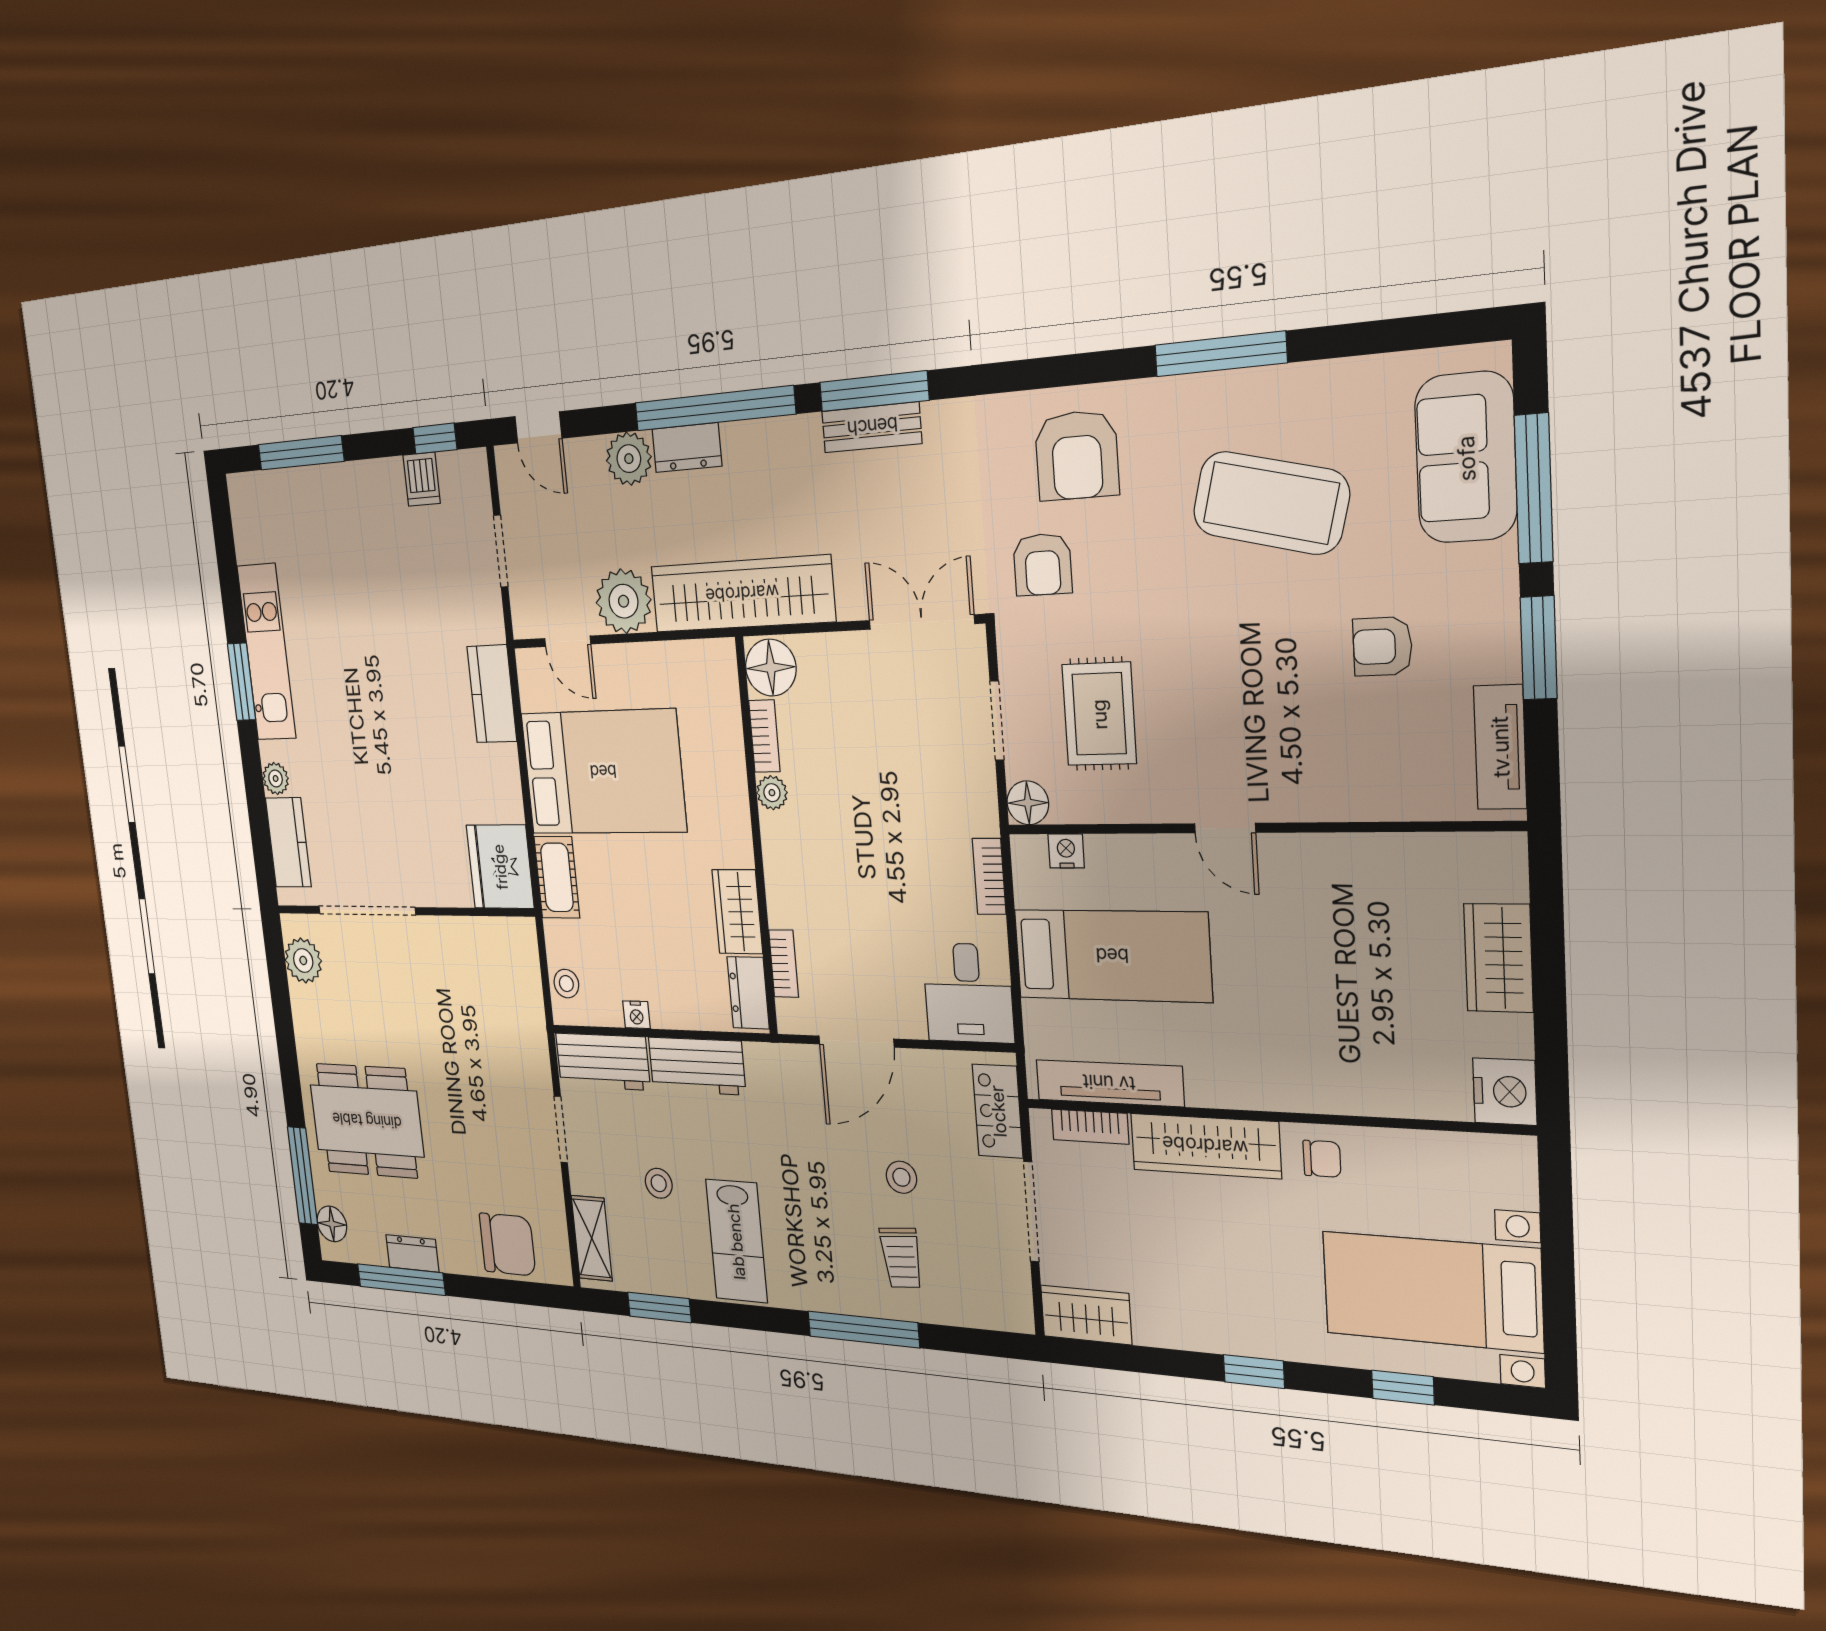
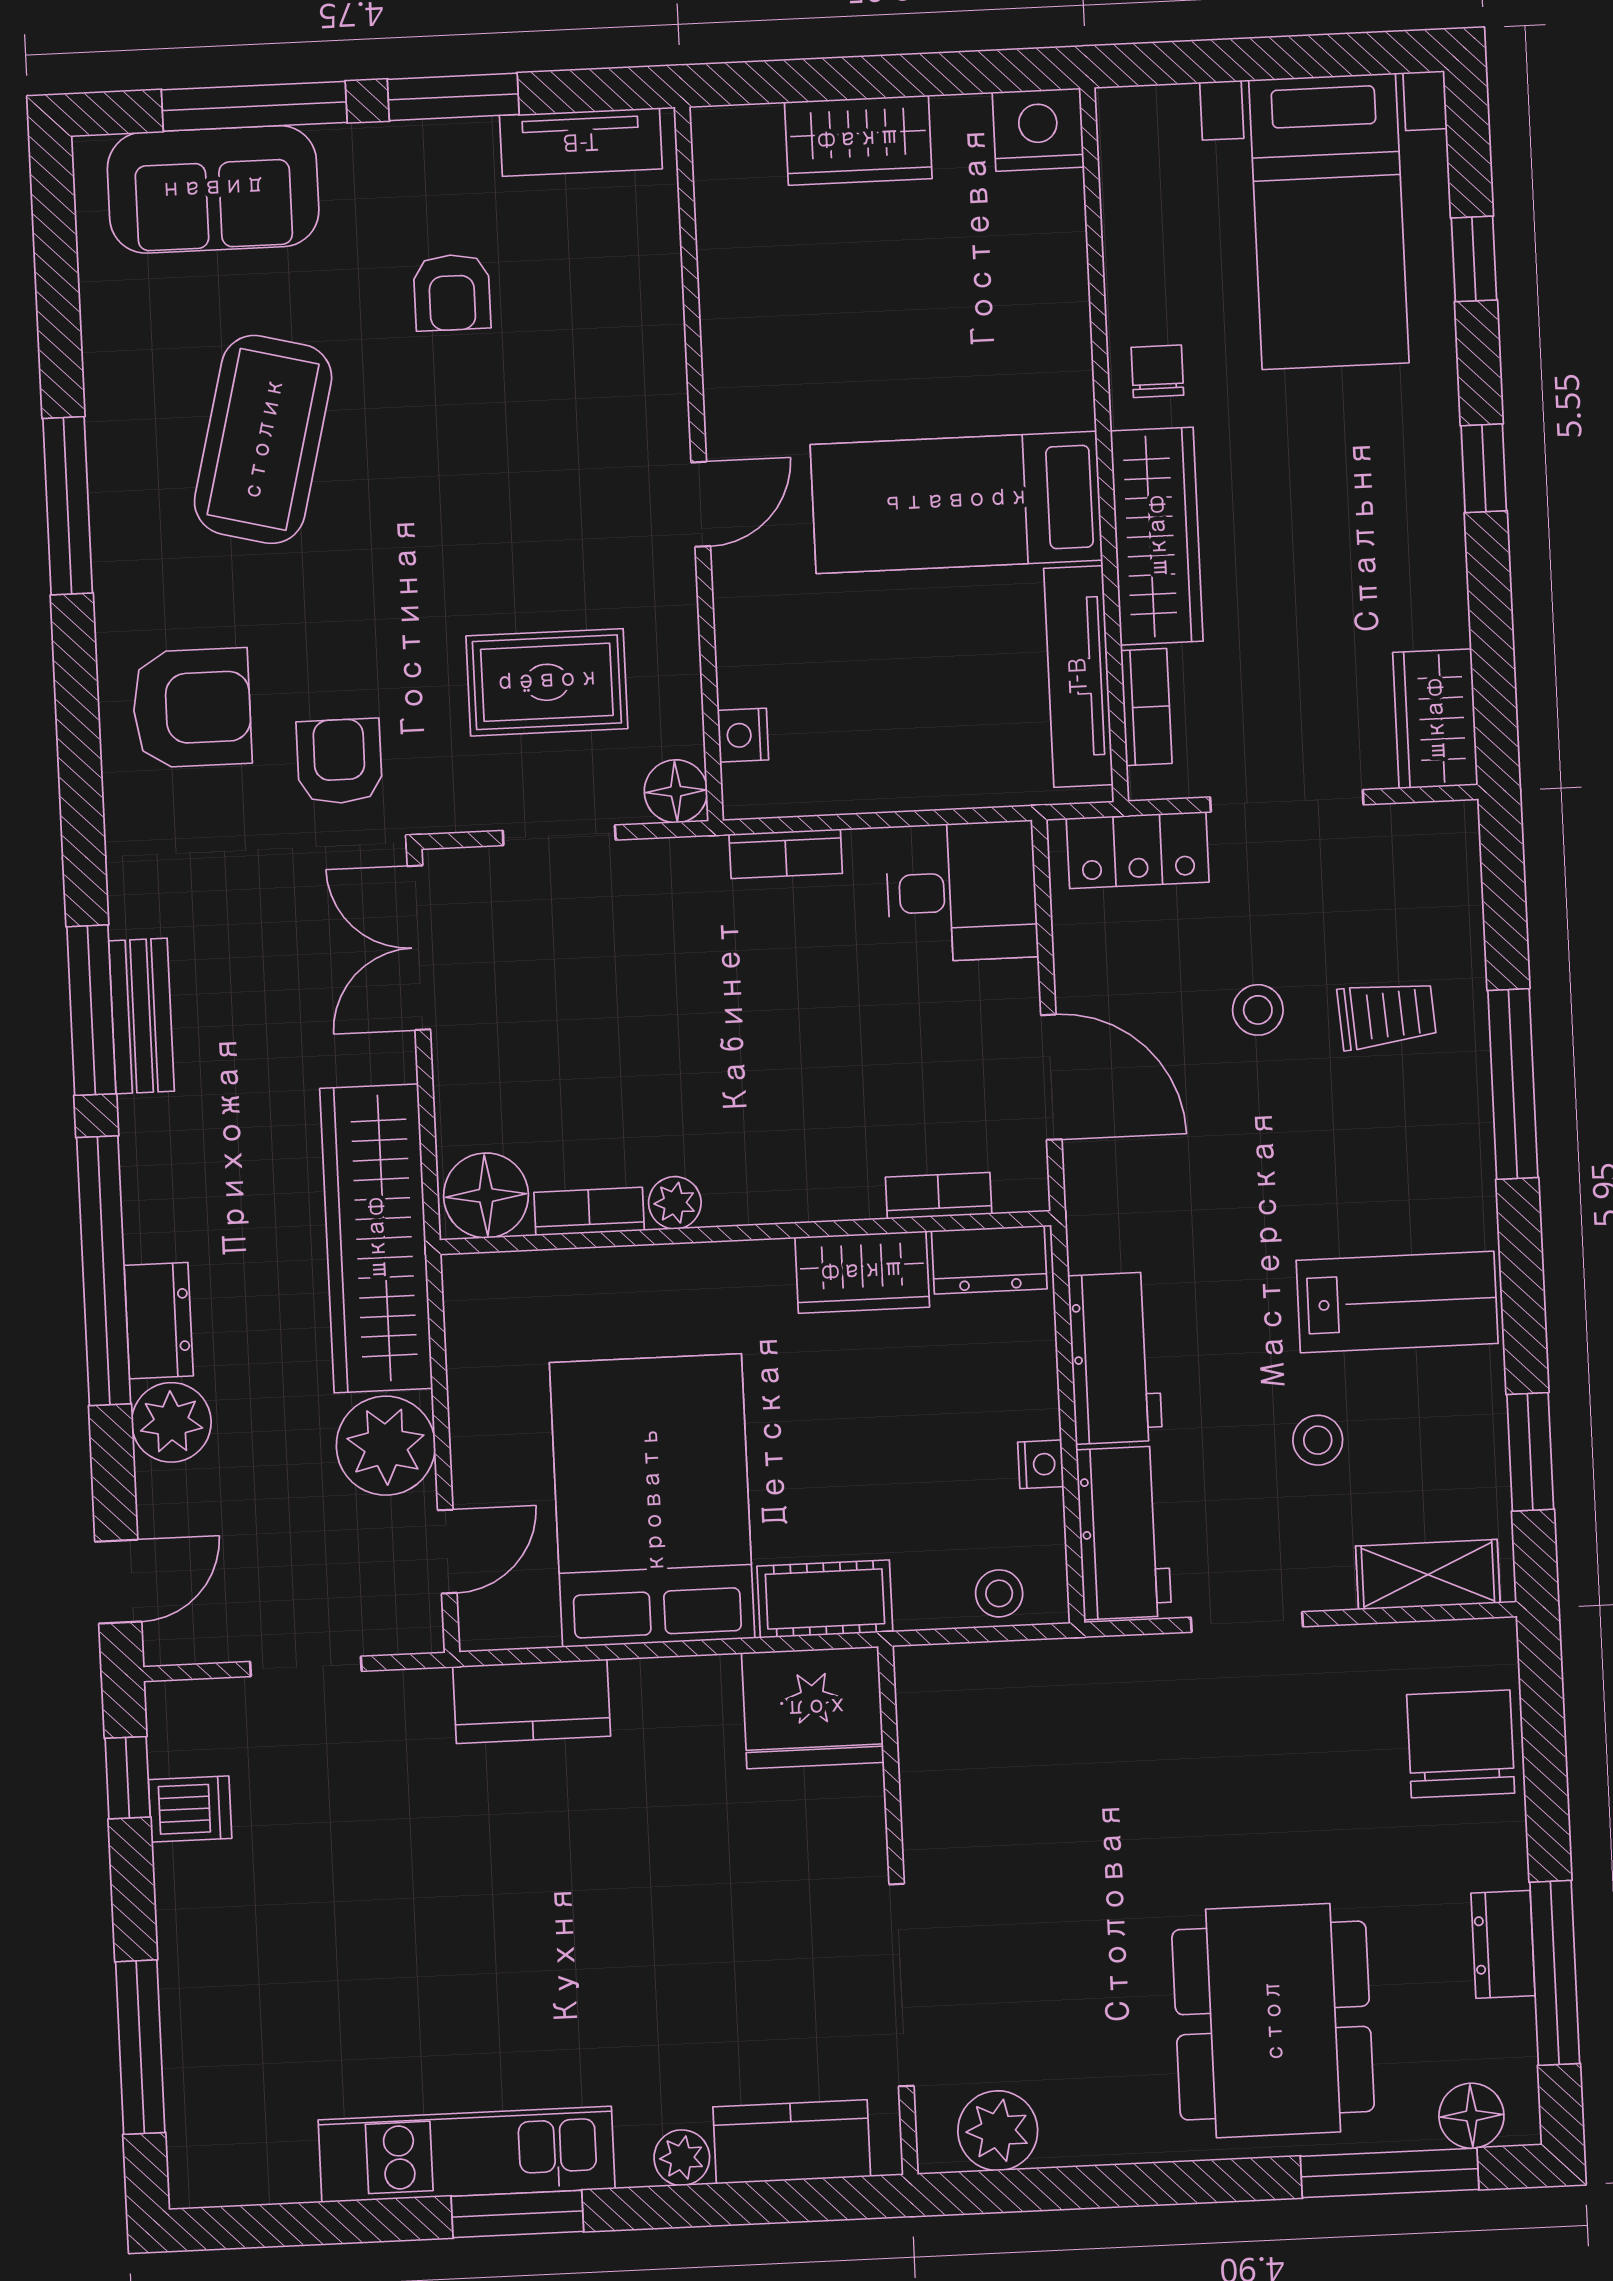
armchair: (1042, 565) -> (339, 761), turned -90
bed: (1112, 956) -> (956, 502), moved, turned -90

